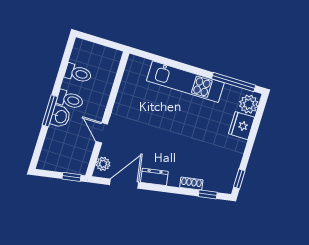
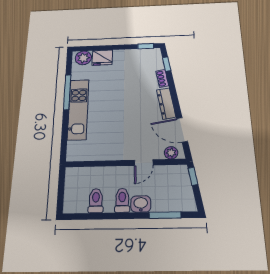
window: (234, 82) -> (67, 92), moved
window: (50, 111) -> (165, 215), moved
dresser: (154, 177) -> (166, 103), width x1.44

